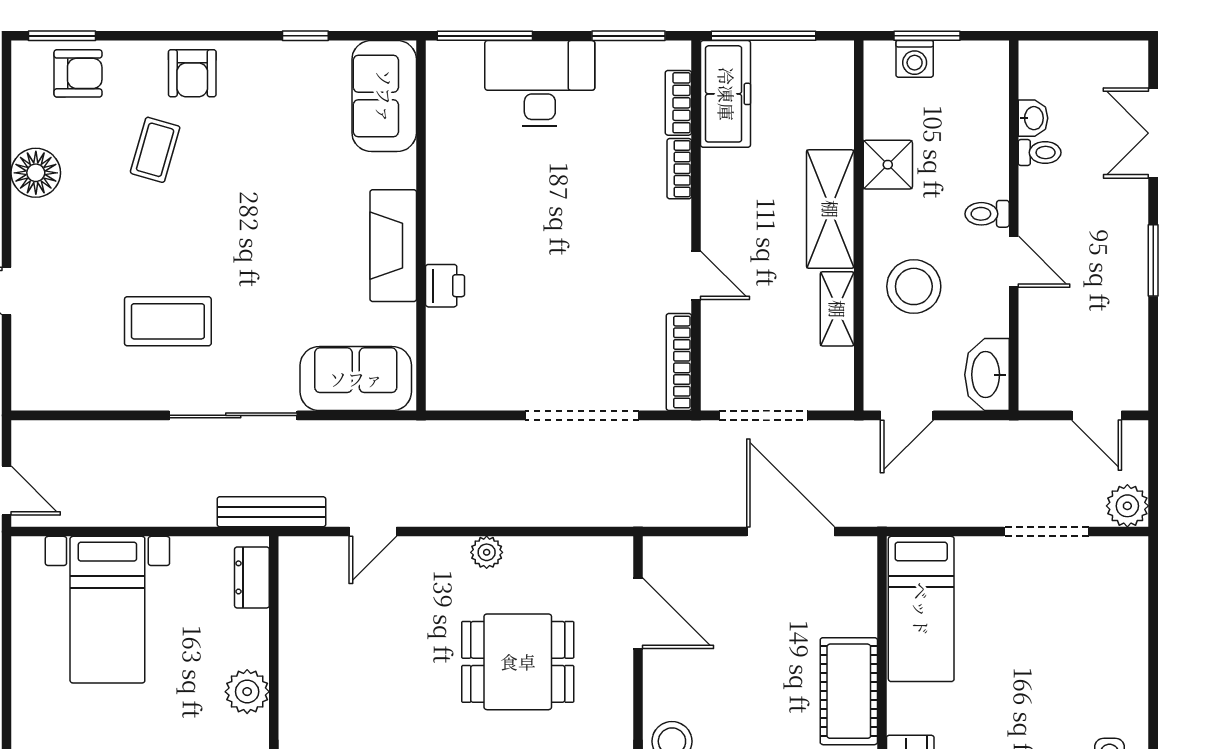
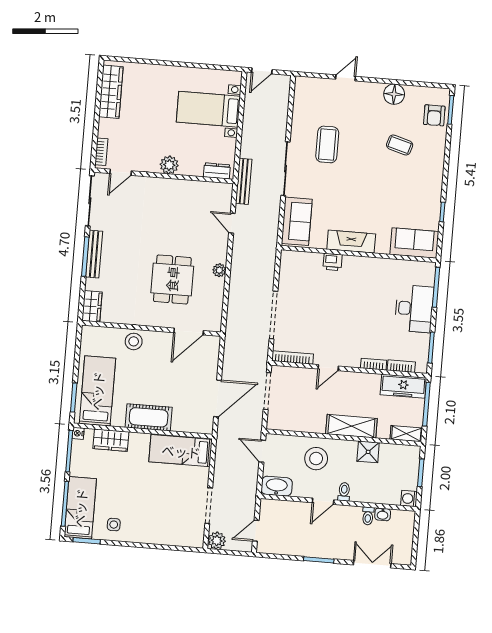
washing machine: (915, 59) -> (409, 499), moved
armchair: (192, 73) -> (430, 163), removed
shelving: (837, 309) -> (406, 434), moved

